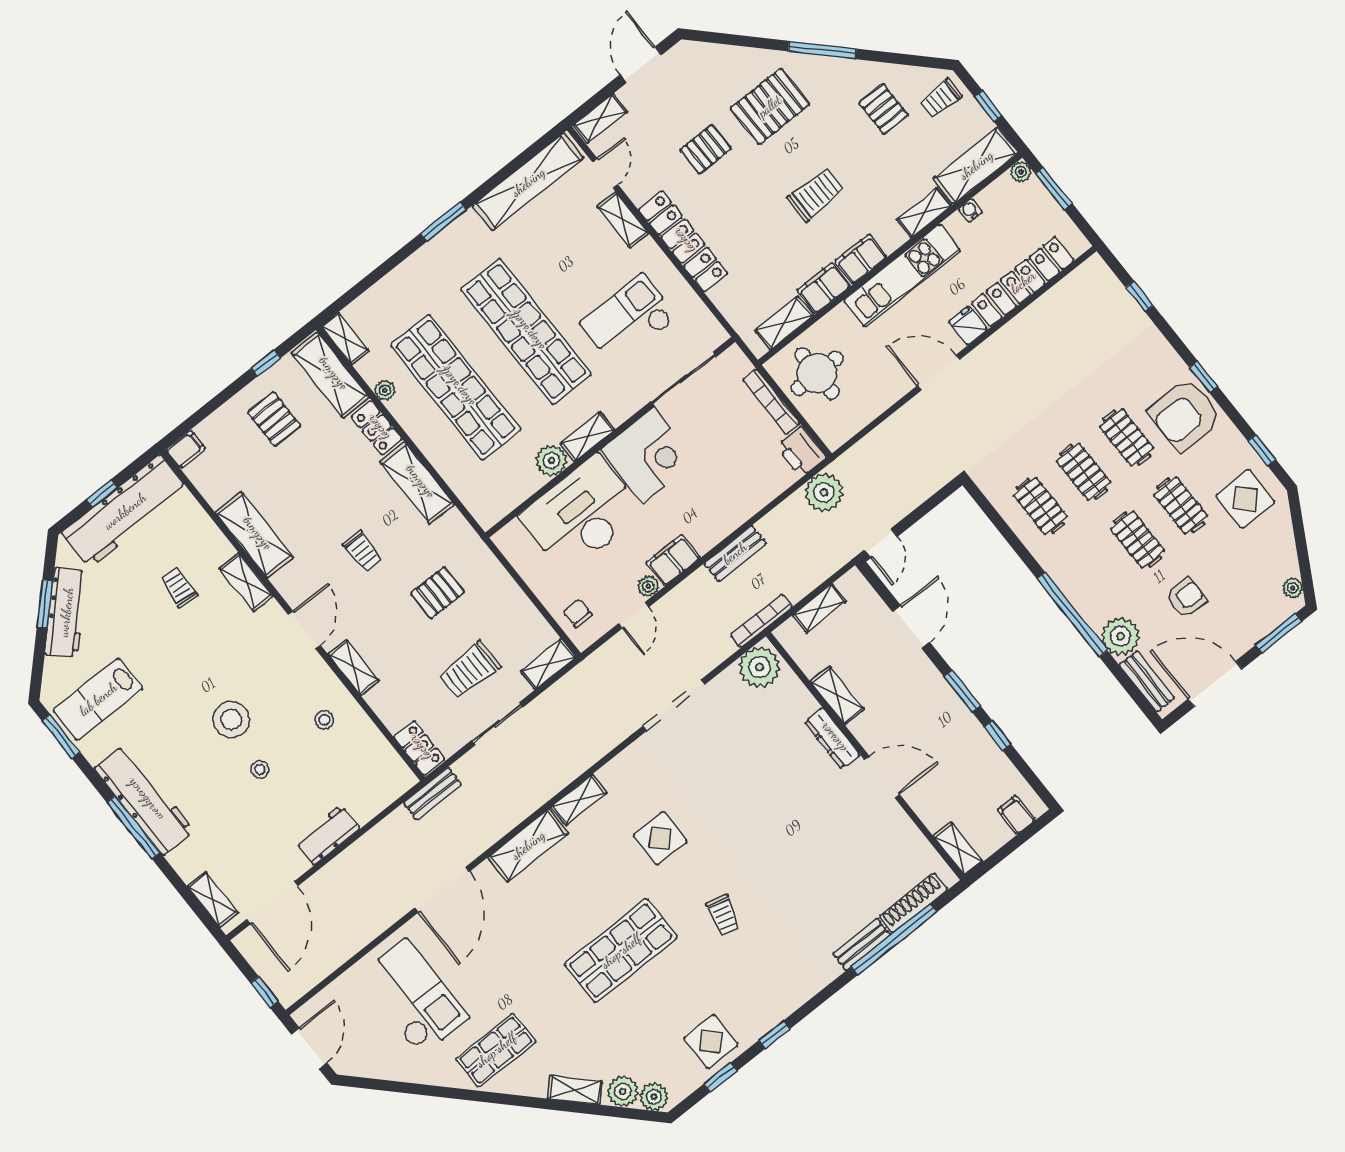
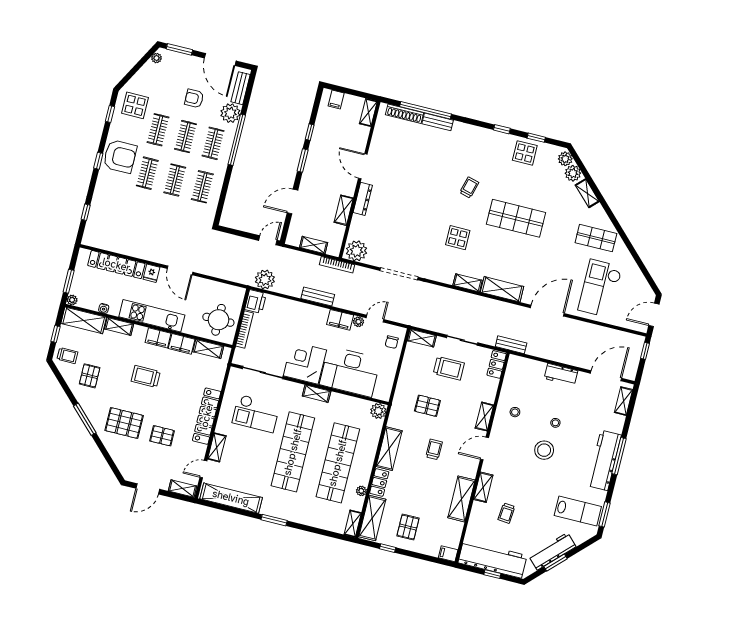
plant: (551, 460) -> (378, 411), moved
clothes rail: (1094, 574) -> (213, 143), added

